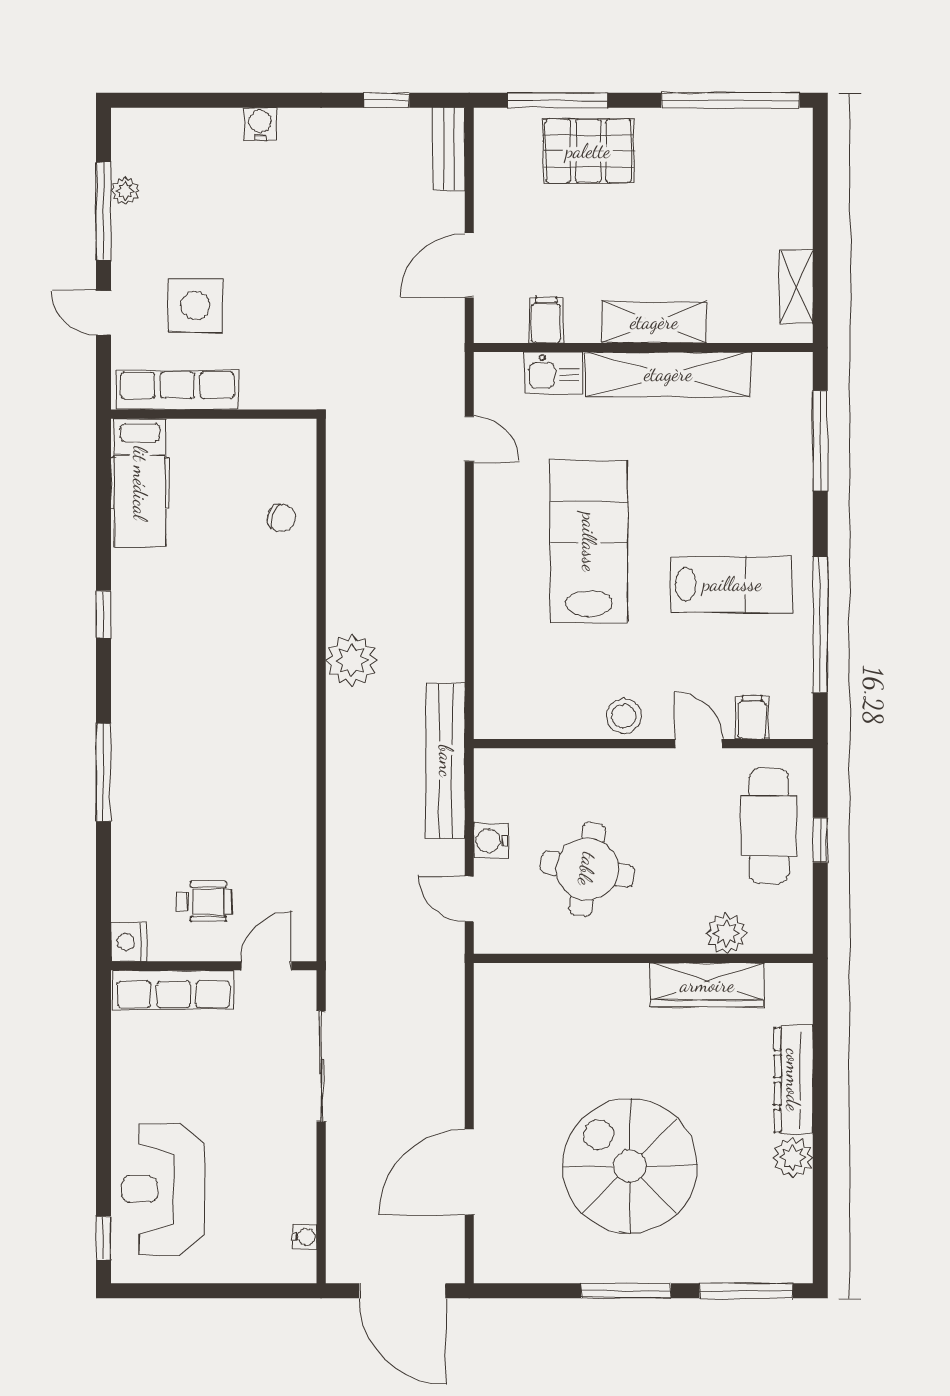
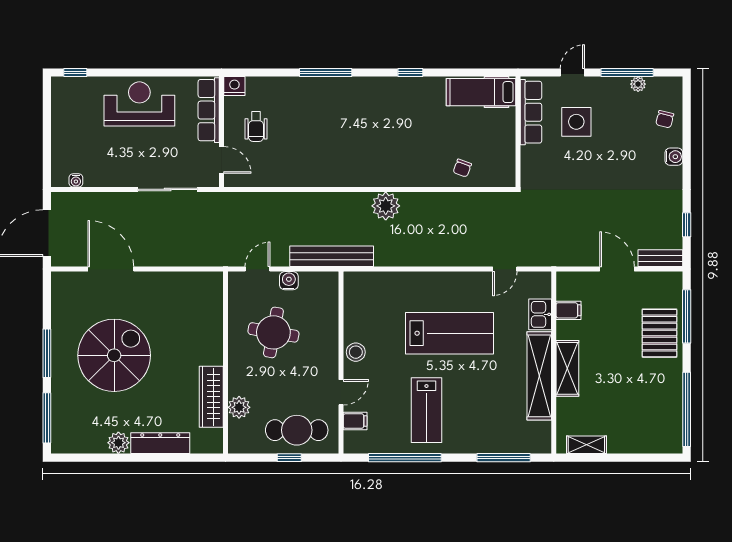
chair: (190, 141) -> (665, 119), added
door: (469, 265) -> (617, 269), moved
reception desk: (164, 1189) -> (139, 104), moved

